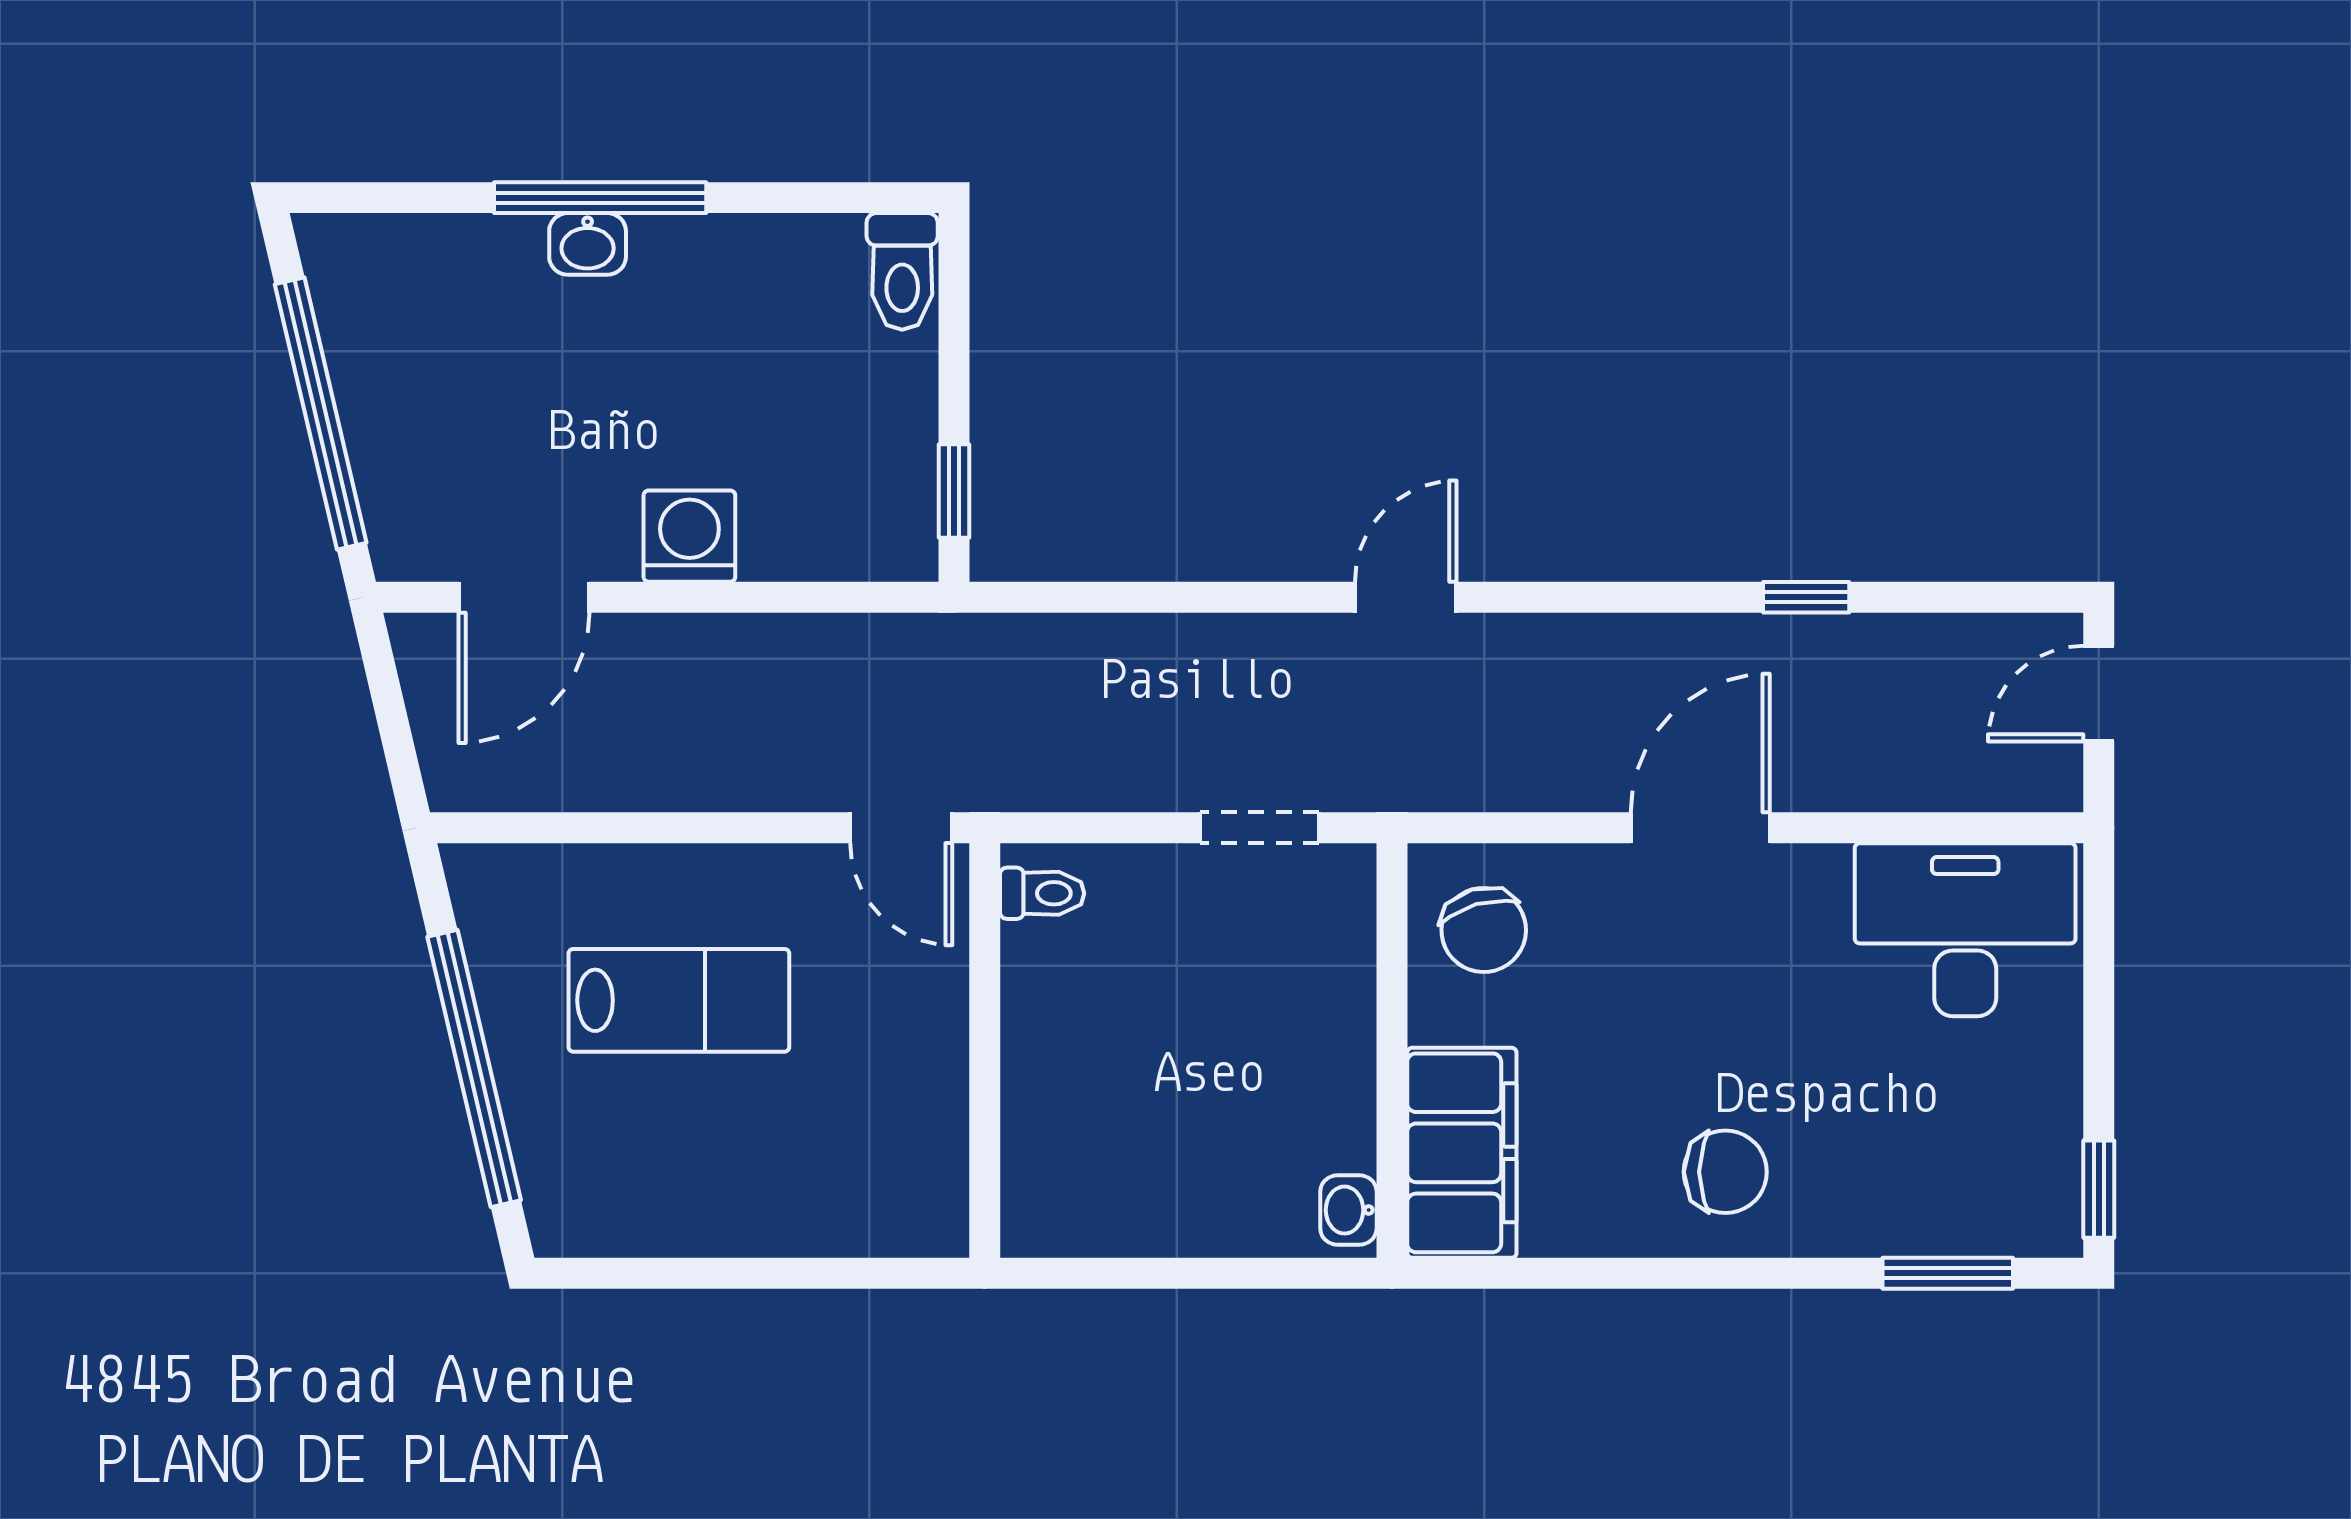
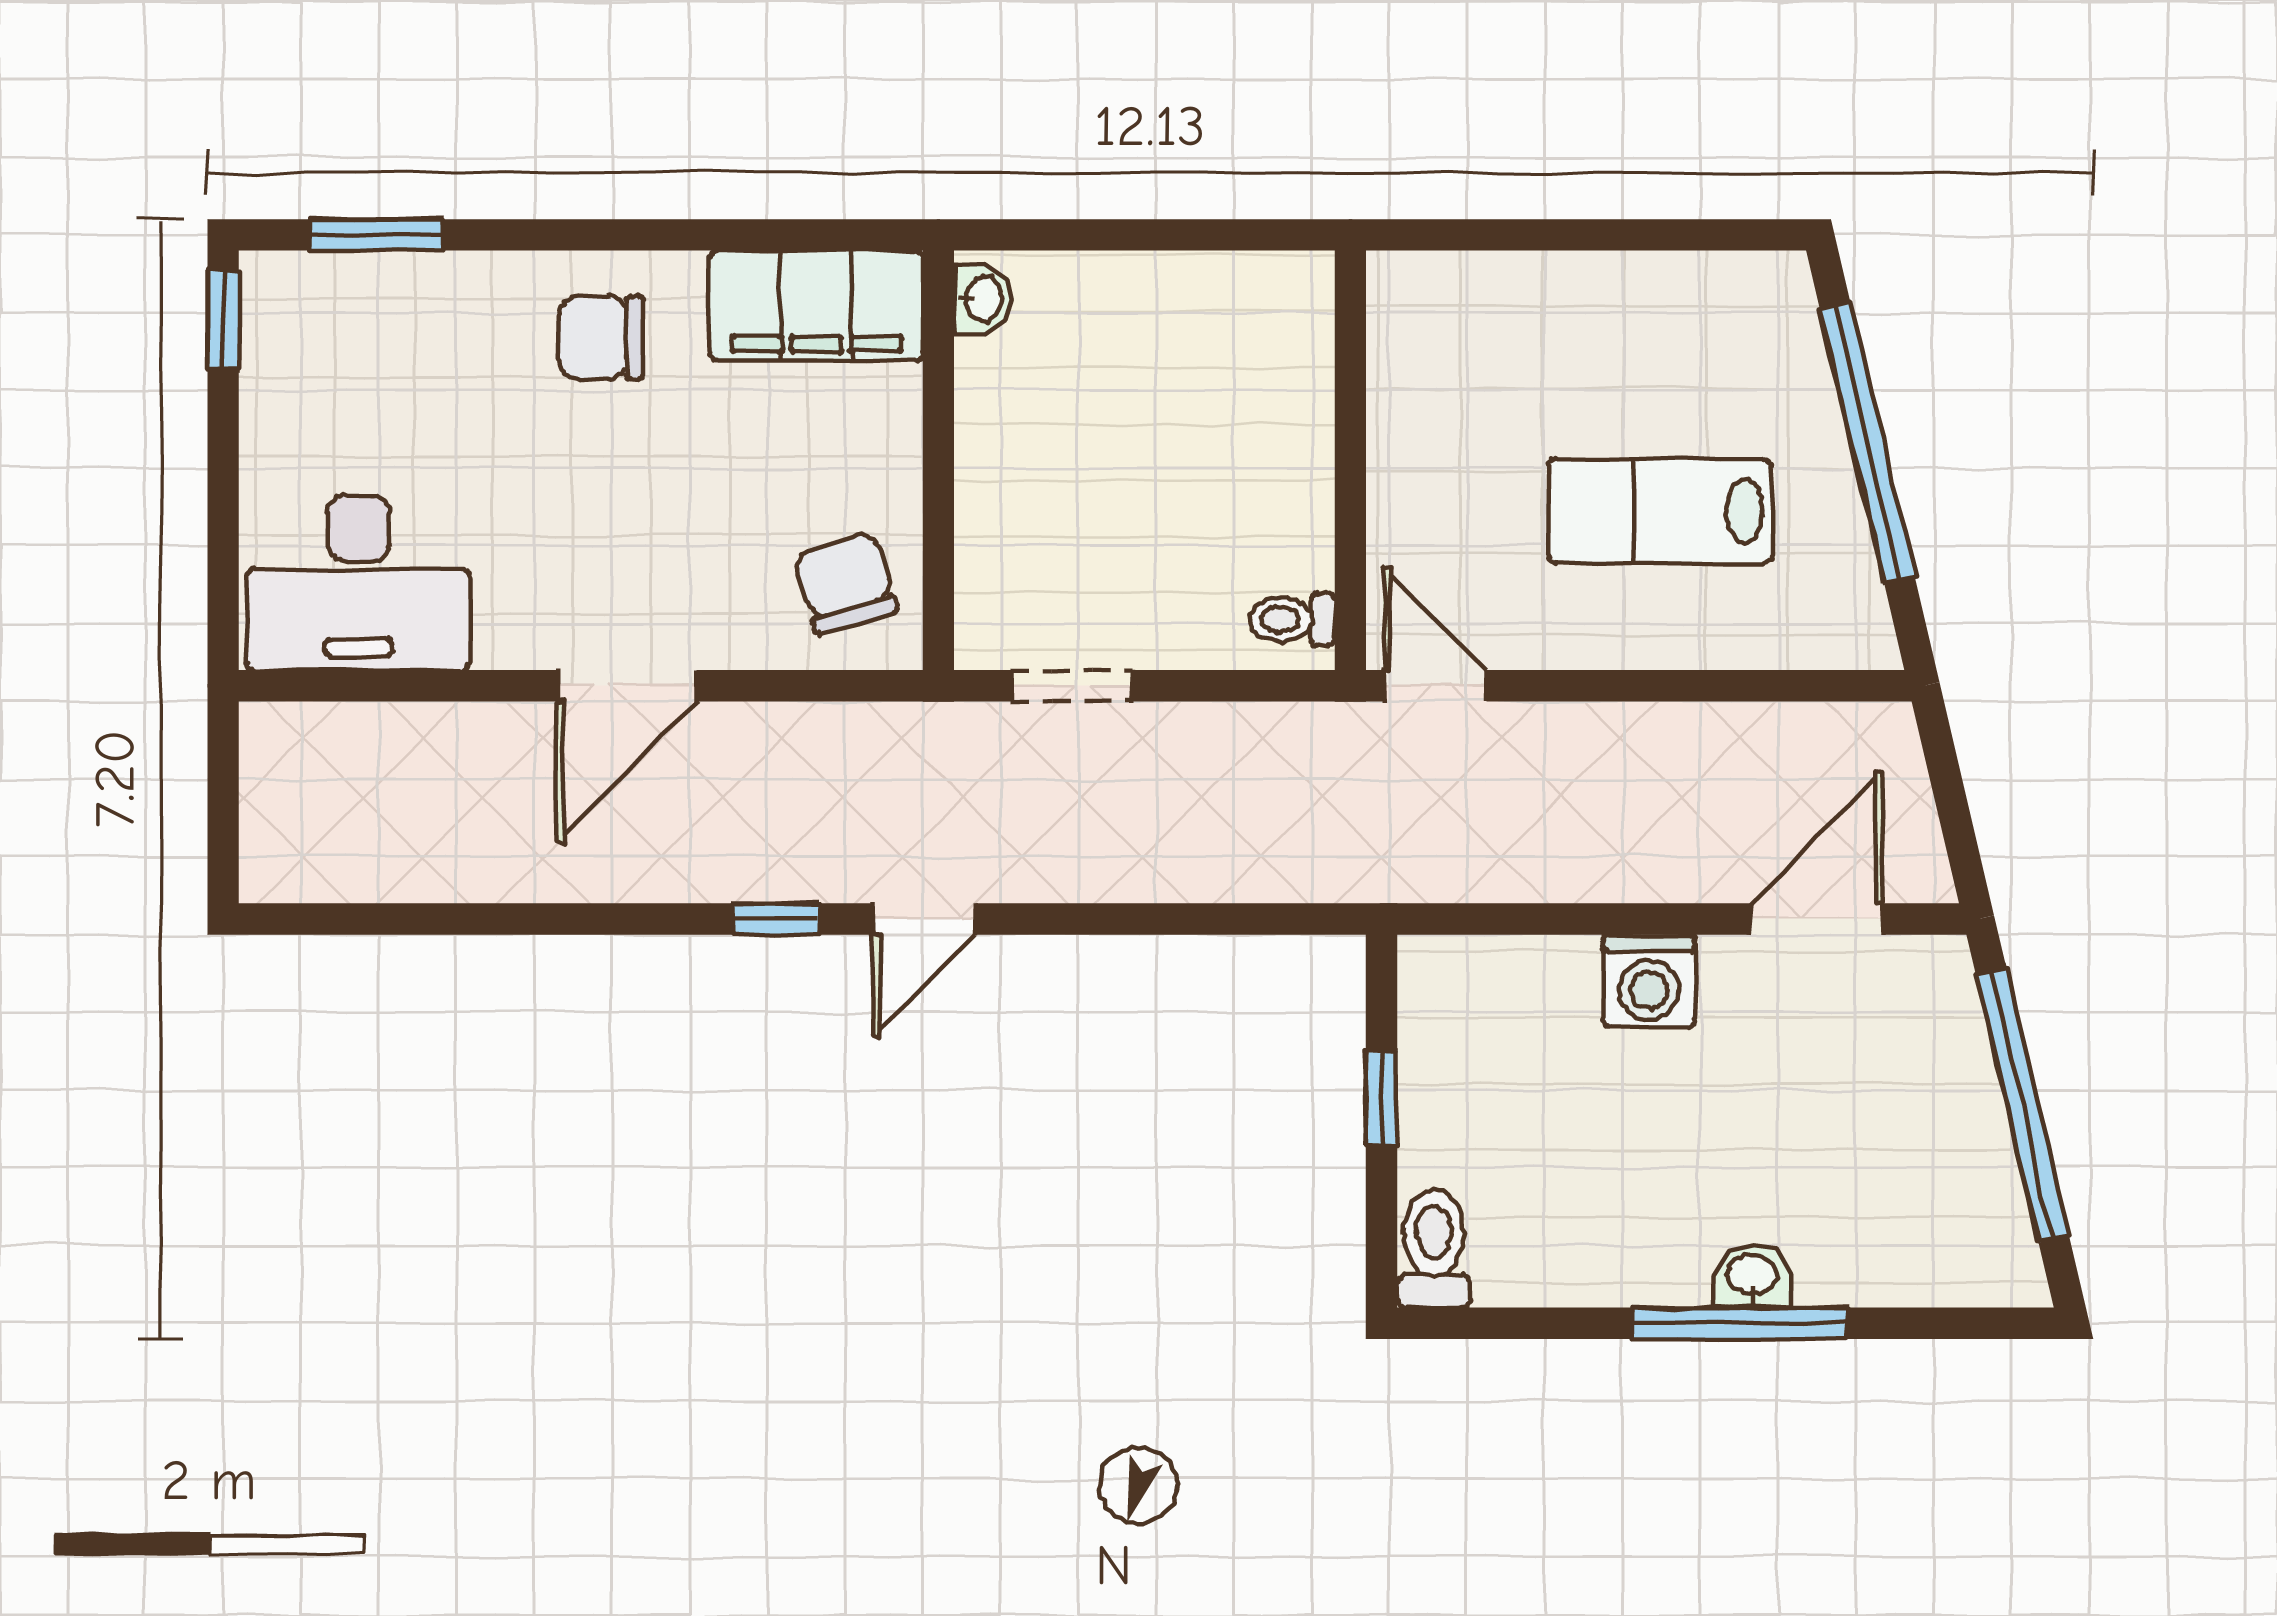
window: (954, 491) -> (1382, 1098), moved
window: (1806, 597) -> (775, 919), moved
door: (2099, 694) -> (223, 821), removed
filing cabinet: (1462, 1153) -> (816, 306), moved, turned -90

